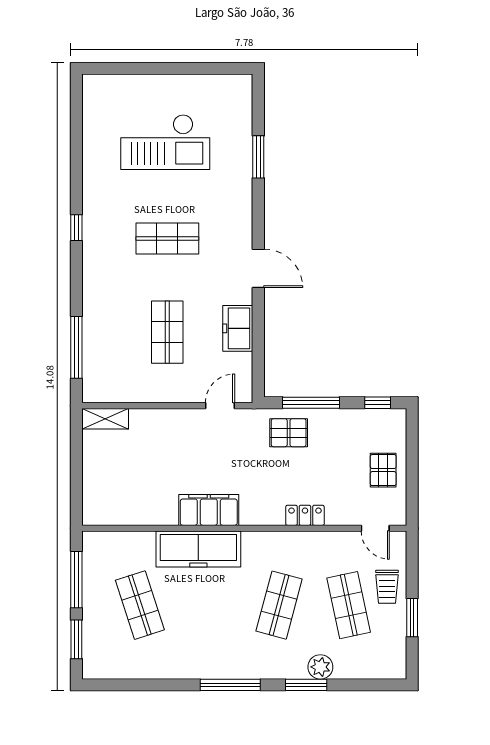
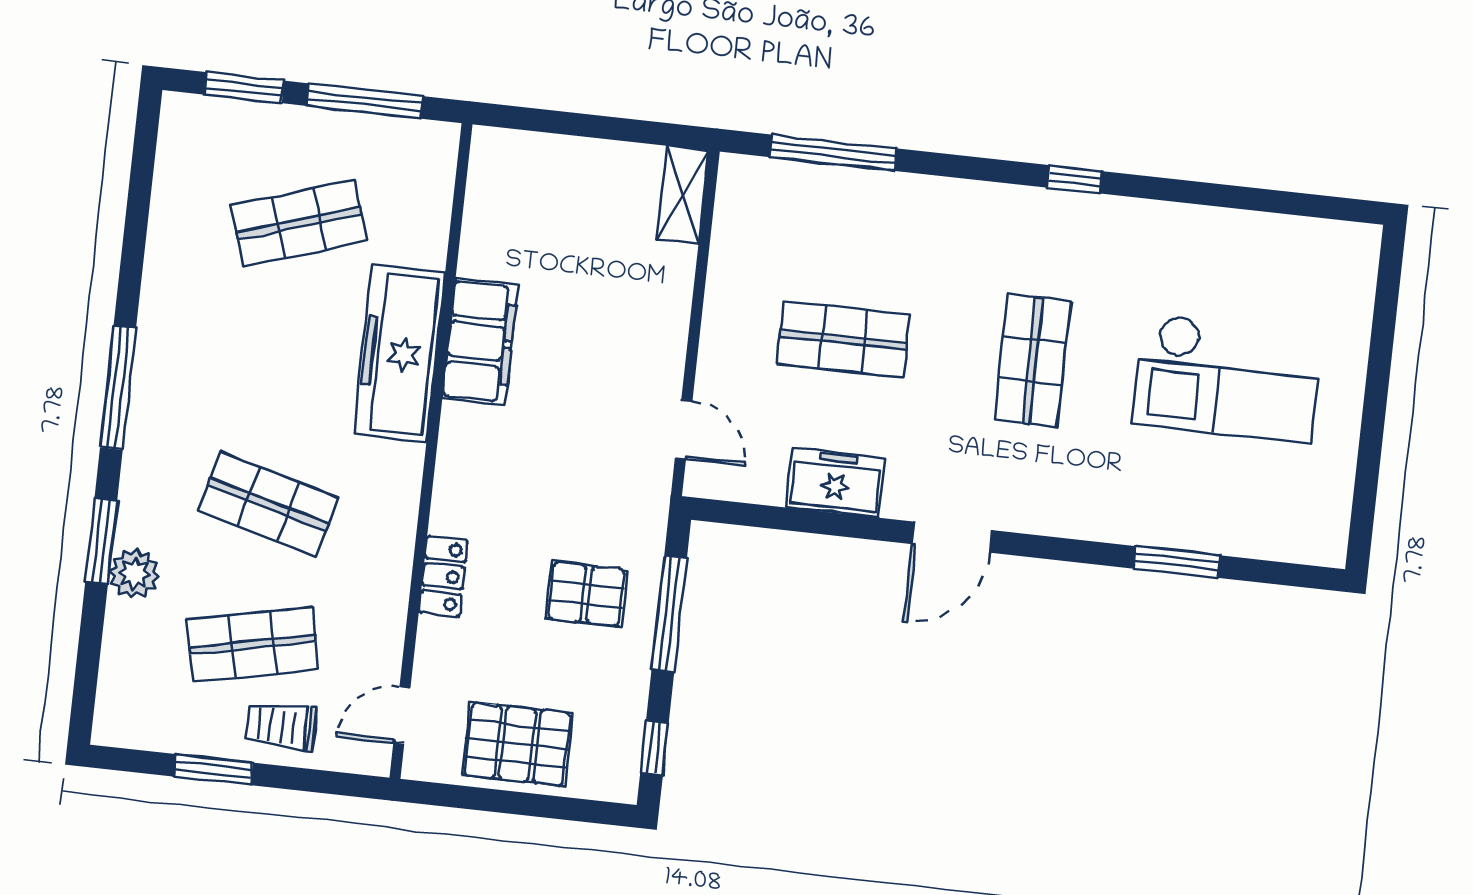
checkout: (165, 142) -> (1227, 378), turned -90
pallet: (289, 433) -> (586, 594), moved, turned 90
pallet: (383, 470) -> (517, 744), width x1.50, depth x1.42
filing cabinet: (209, 510) -> (480, 342), moved

